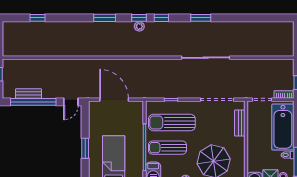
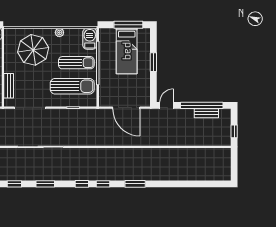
window: (37, 18) -> (14, 184), moved
plant: (139, 26) -> (103, 176), removed

